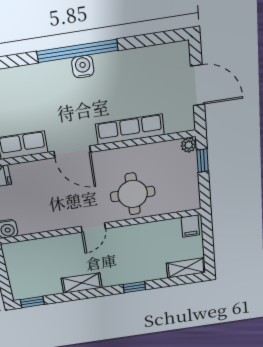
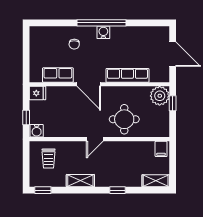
chair: (39, 93) -> (74, 44), added
plant: (189, 145) -> (160, 96), width x1.88, depth x1.88
trolley: (32, 262) -> (49, 159), added

